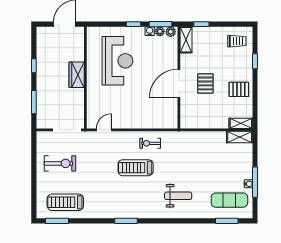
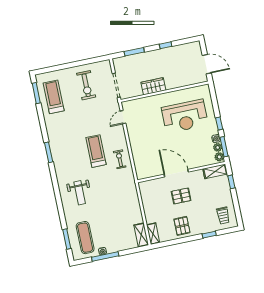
wardrobe: (77, 75) -> (153, 86), moved
door: (104, 130) -> (123, 117), swing flipped

